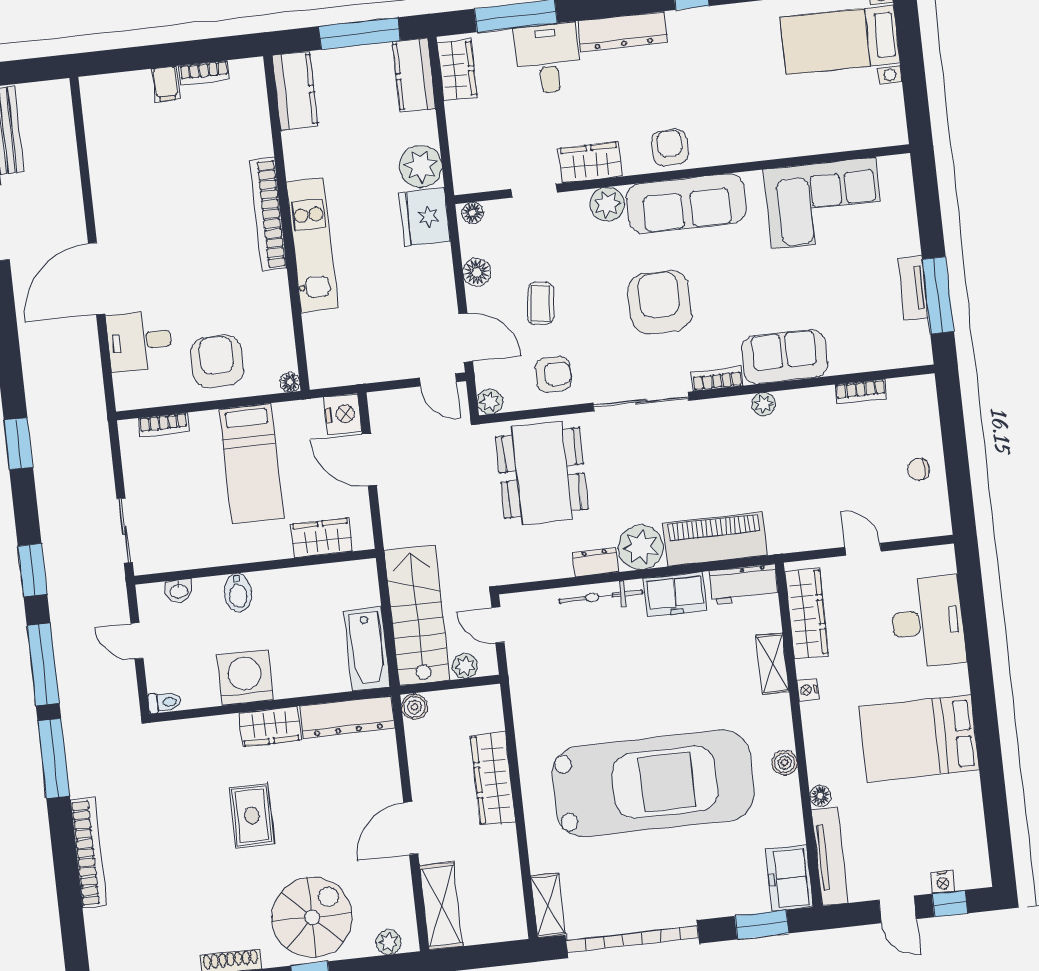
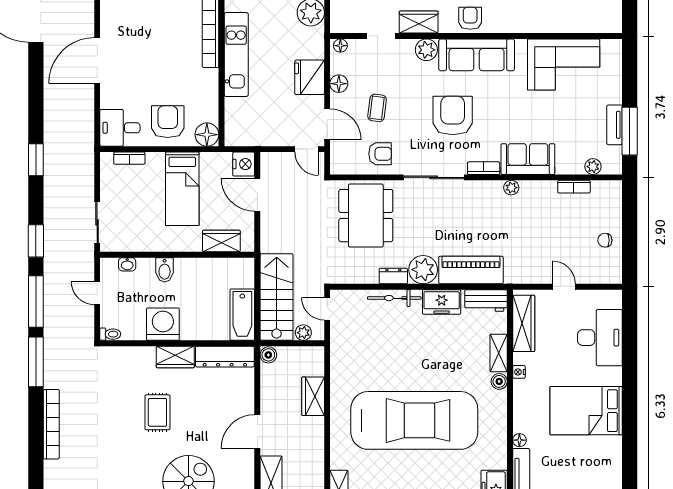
fridge: (425, 217) -> (310, 77), moved
desk: (139, 341) -> (120, 128), moved
floor lamp: (290, 382) -> (207, 135), width x1.89, depth x1.89
plant: (490, 402) -> (593, 167), moved
boiler: (785, 763) -> (499, 381), moved
wardrobe: (493, 779) -> (313, 396), width x0.67

